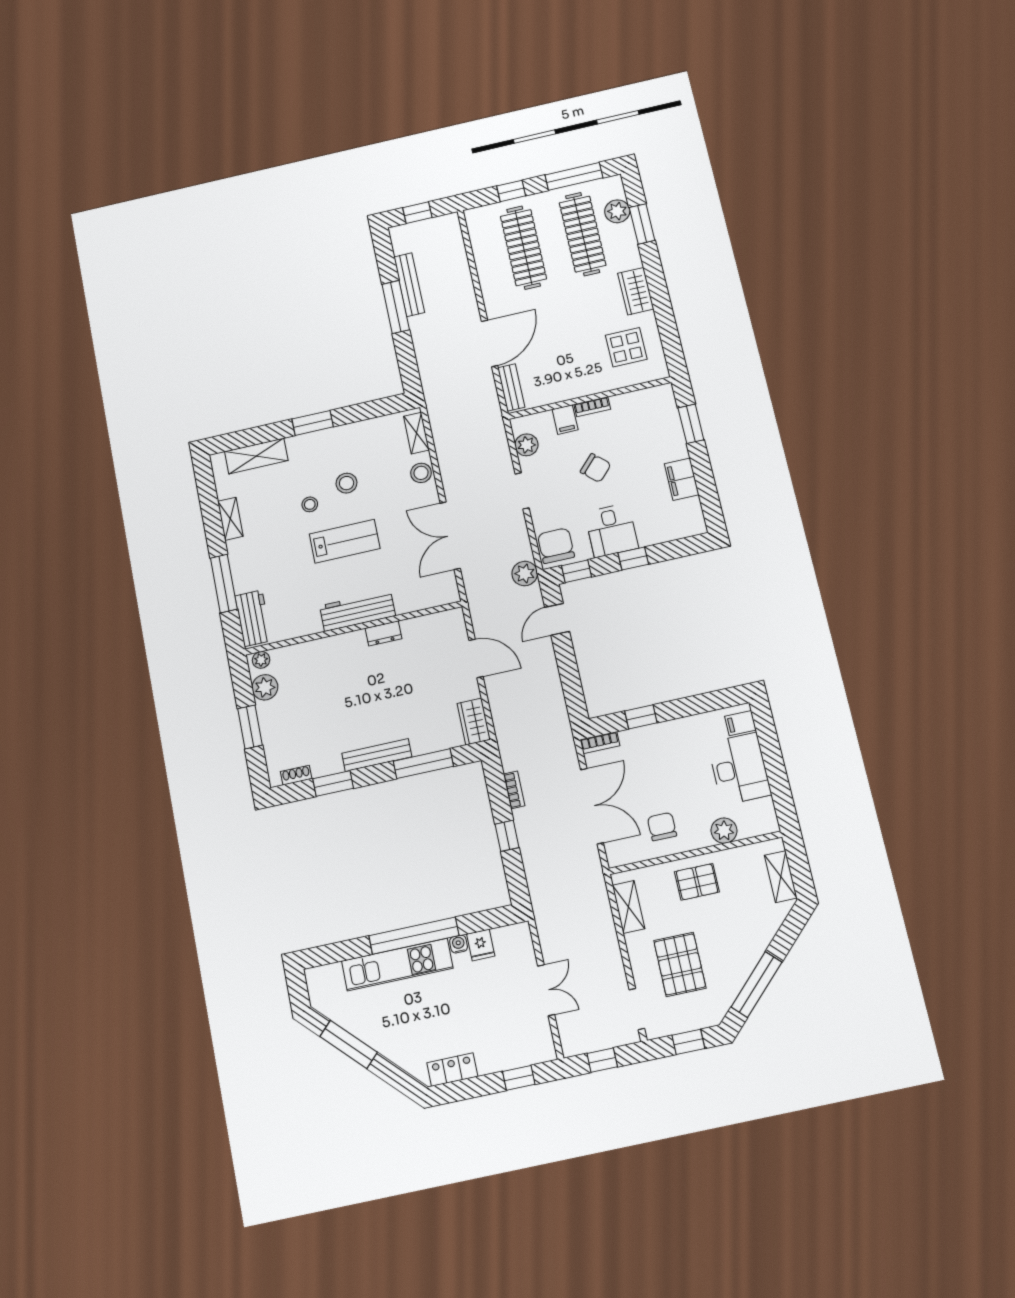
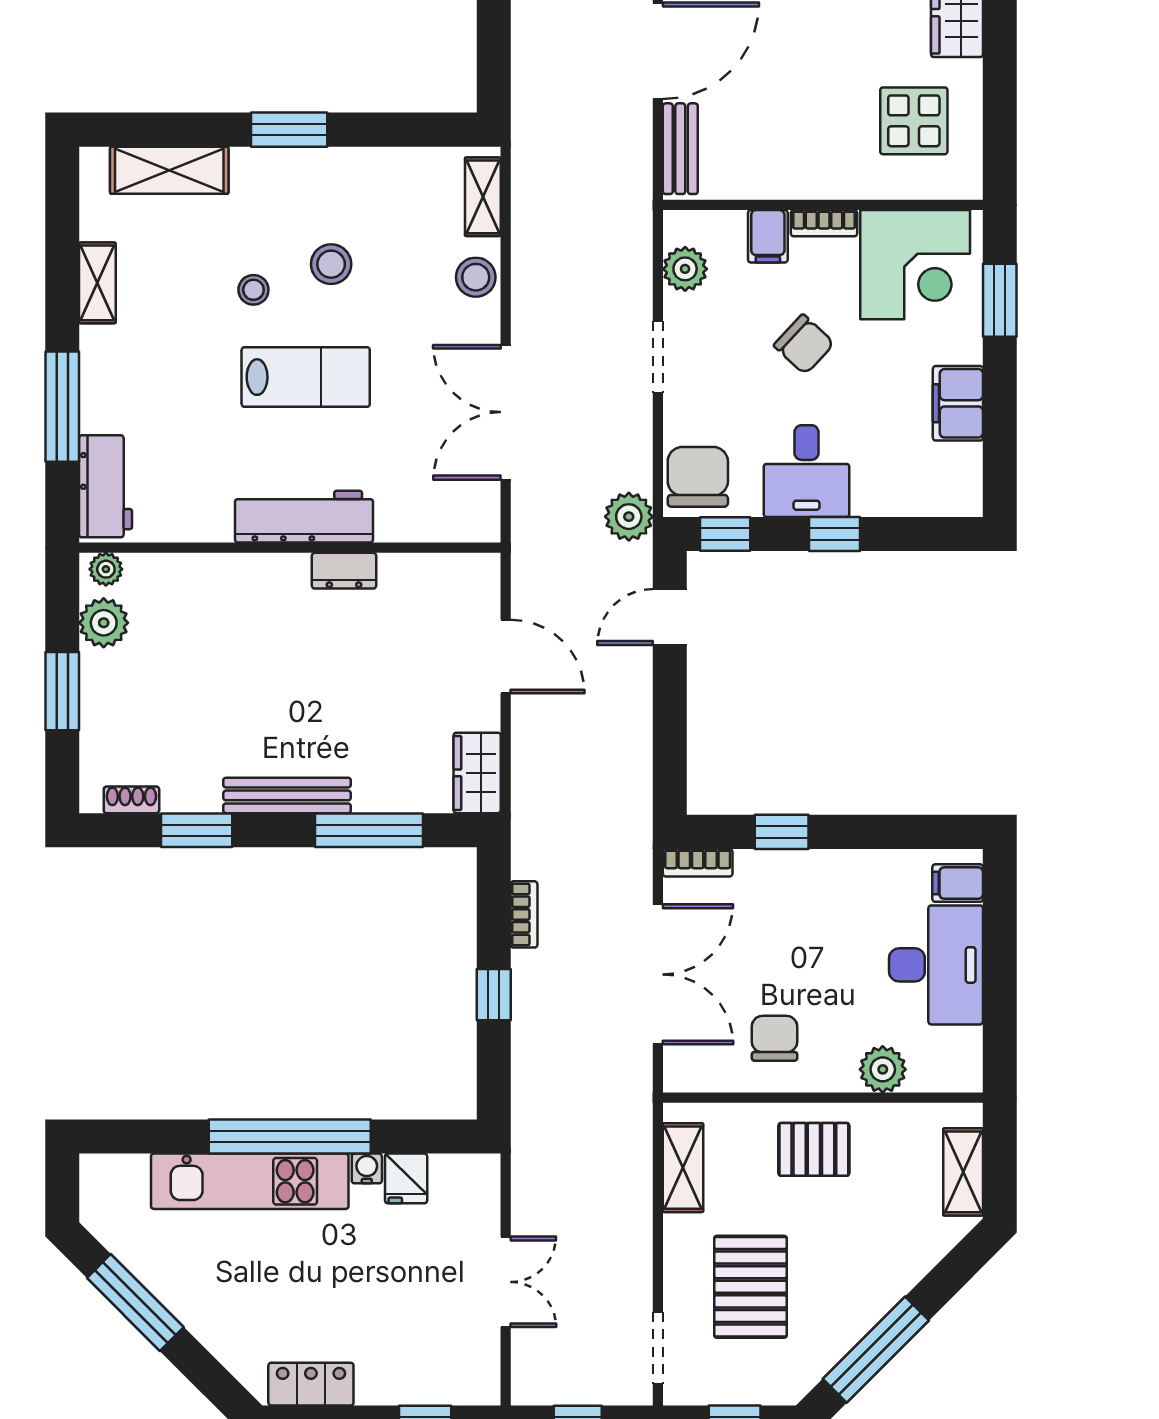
corner desk: (643, 416) -> (915, 265), added

